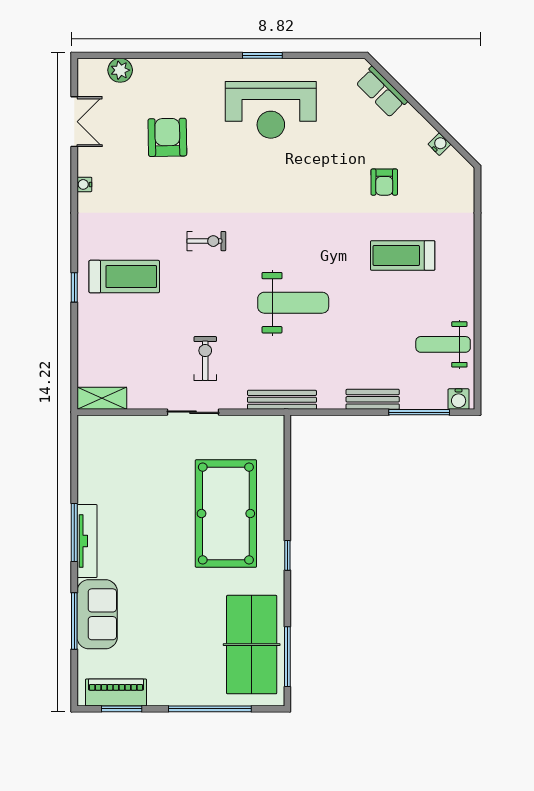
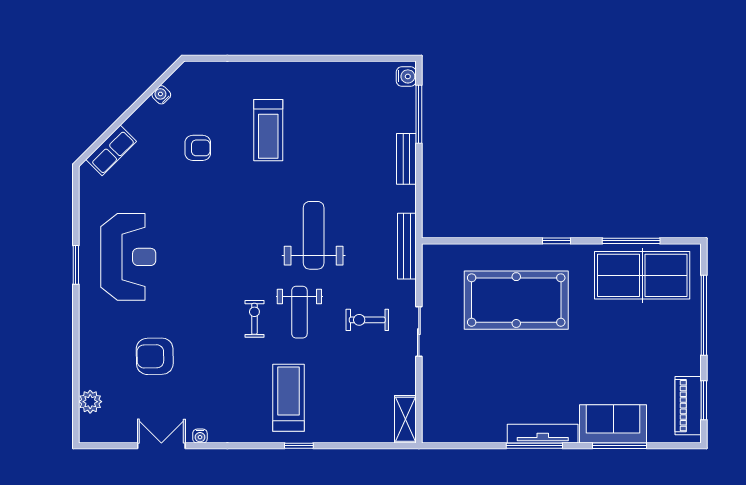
double door: (74, 122) -> (161, 446), moved
weight bench: (443, 344) -> (299, 312), moved
window: (287, 657) -> (631, 241), moved

